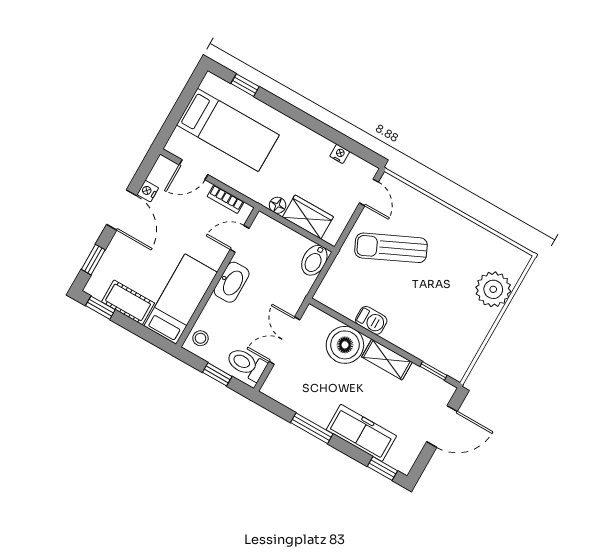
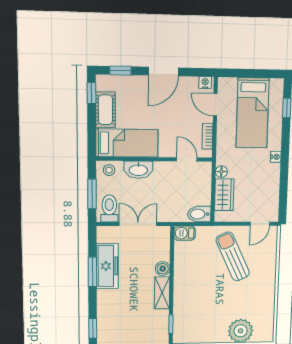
nightstand: (340, 154) -> (276, 157), moved
nightstand: (148, 191) -> (205, 83), moved
washbasin: (232, 282) -> (138, 170), moved
barbecue: (371, 320) -> (185, 233), moved, turned 90
boiler: (345, 345) -> (163, 269), width x0.54, depth x0.54
window: (217, 374) -> (92, 194), width x1.50
freezer: (361, 433) -> (107, 266), moved

